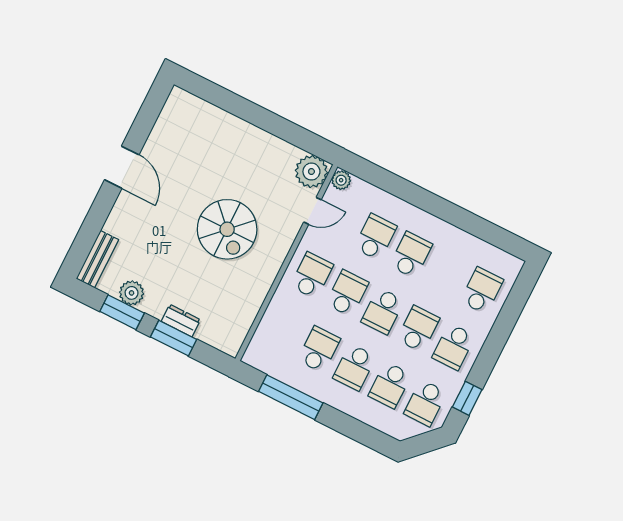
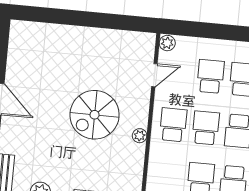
plant: (311, 172) -> (140, 136), moved, width x0.53, depth x0.53
spiral stairs: (227, 229) -> (95, 115), turned 90

